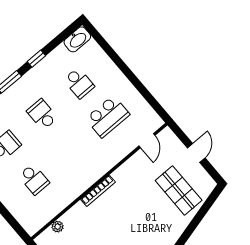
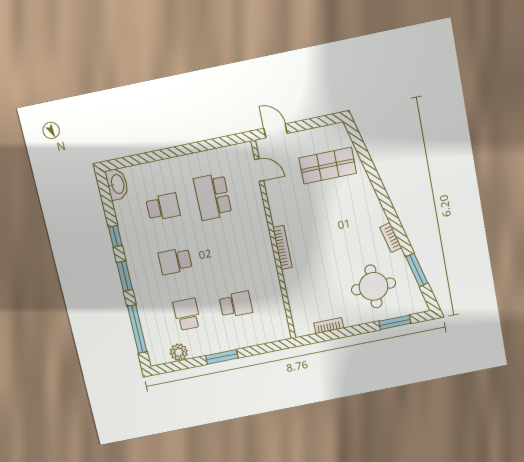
school desk: (108, 117) -> (213, 197), turned 180
door: (196, 153) -> (276, 131), moved
plant: (58, 227) -> (296, 307), removed

